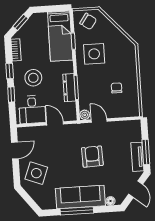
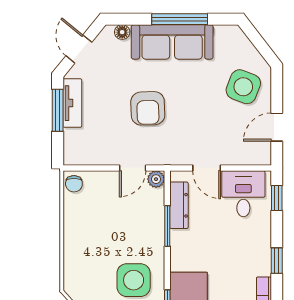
stool: (33, 78) -> (238, 247), removed
dresser: (69, 88) -> (179, 205), moved
chair: (117, 88) -> (74, 184), moved
window: (11, 94) -> (277, 198), moved
door: (99, 121) -> (133, 168), hinge flipped

